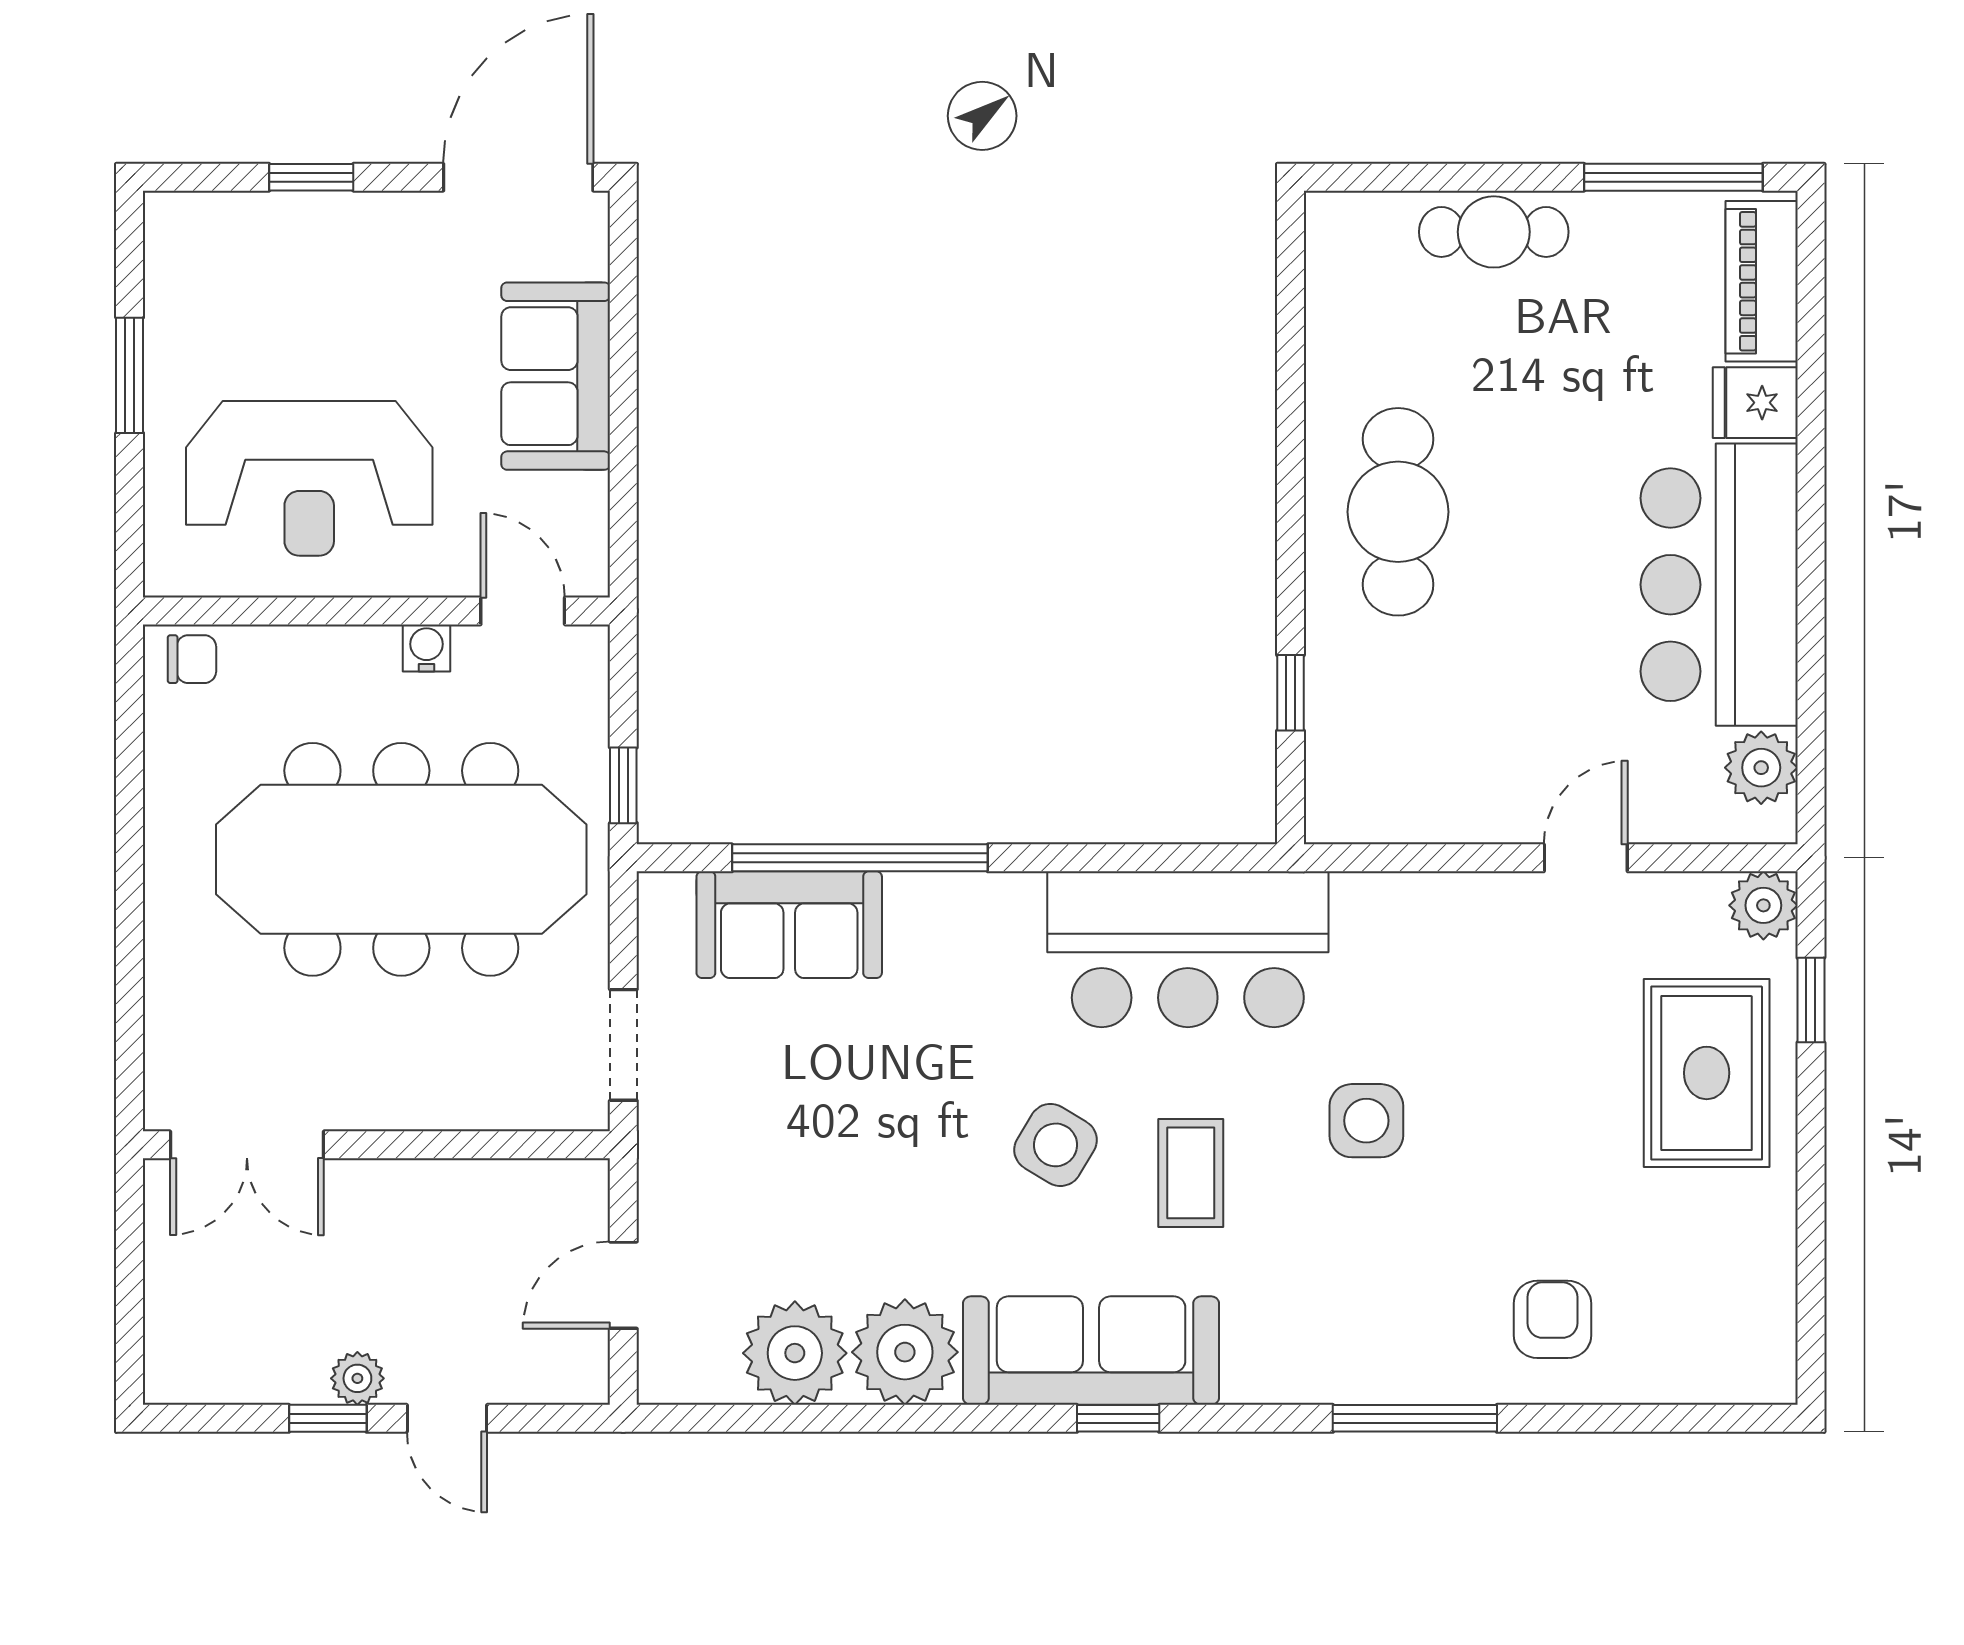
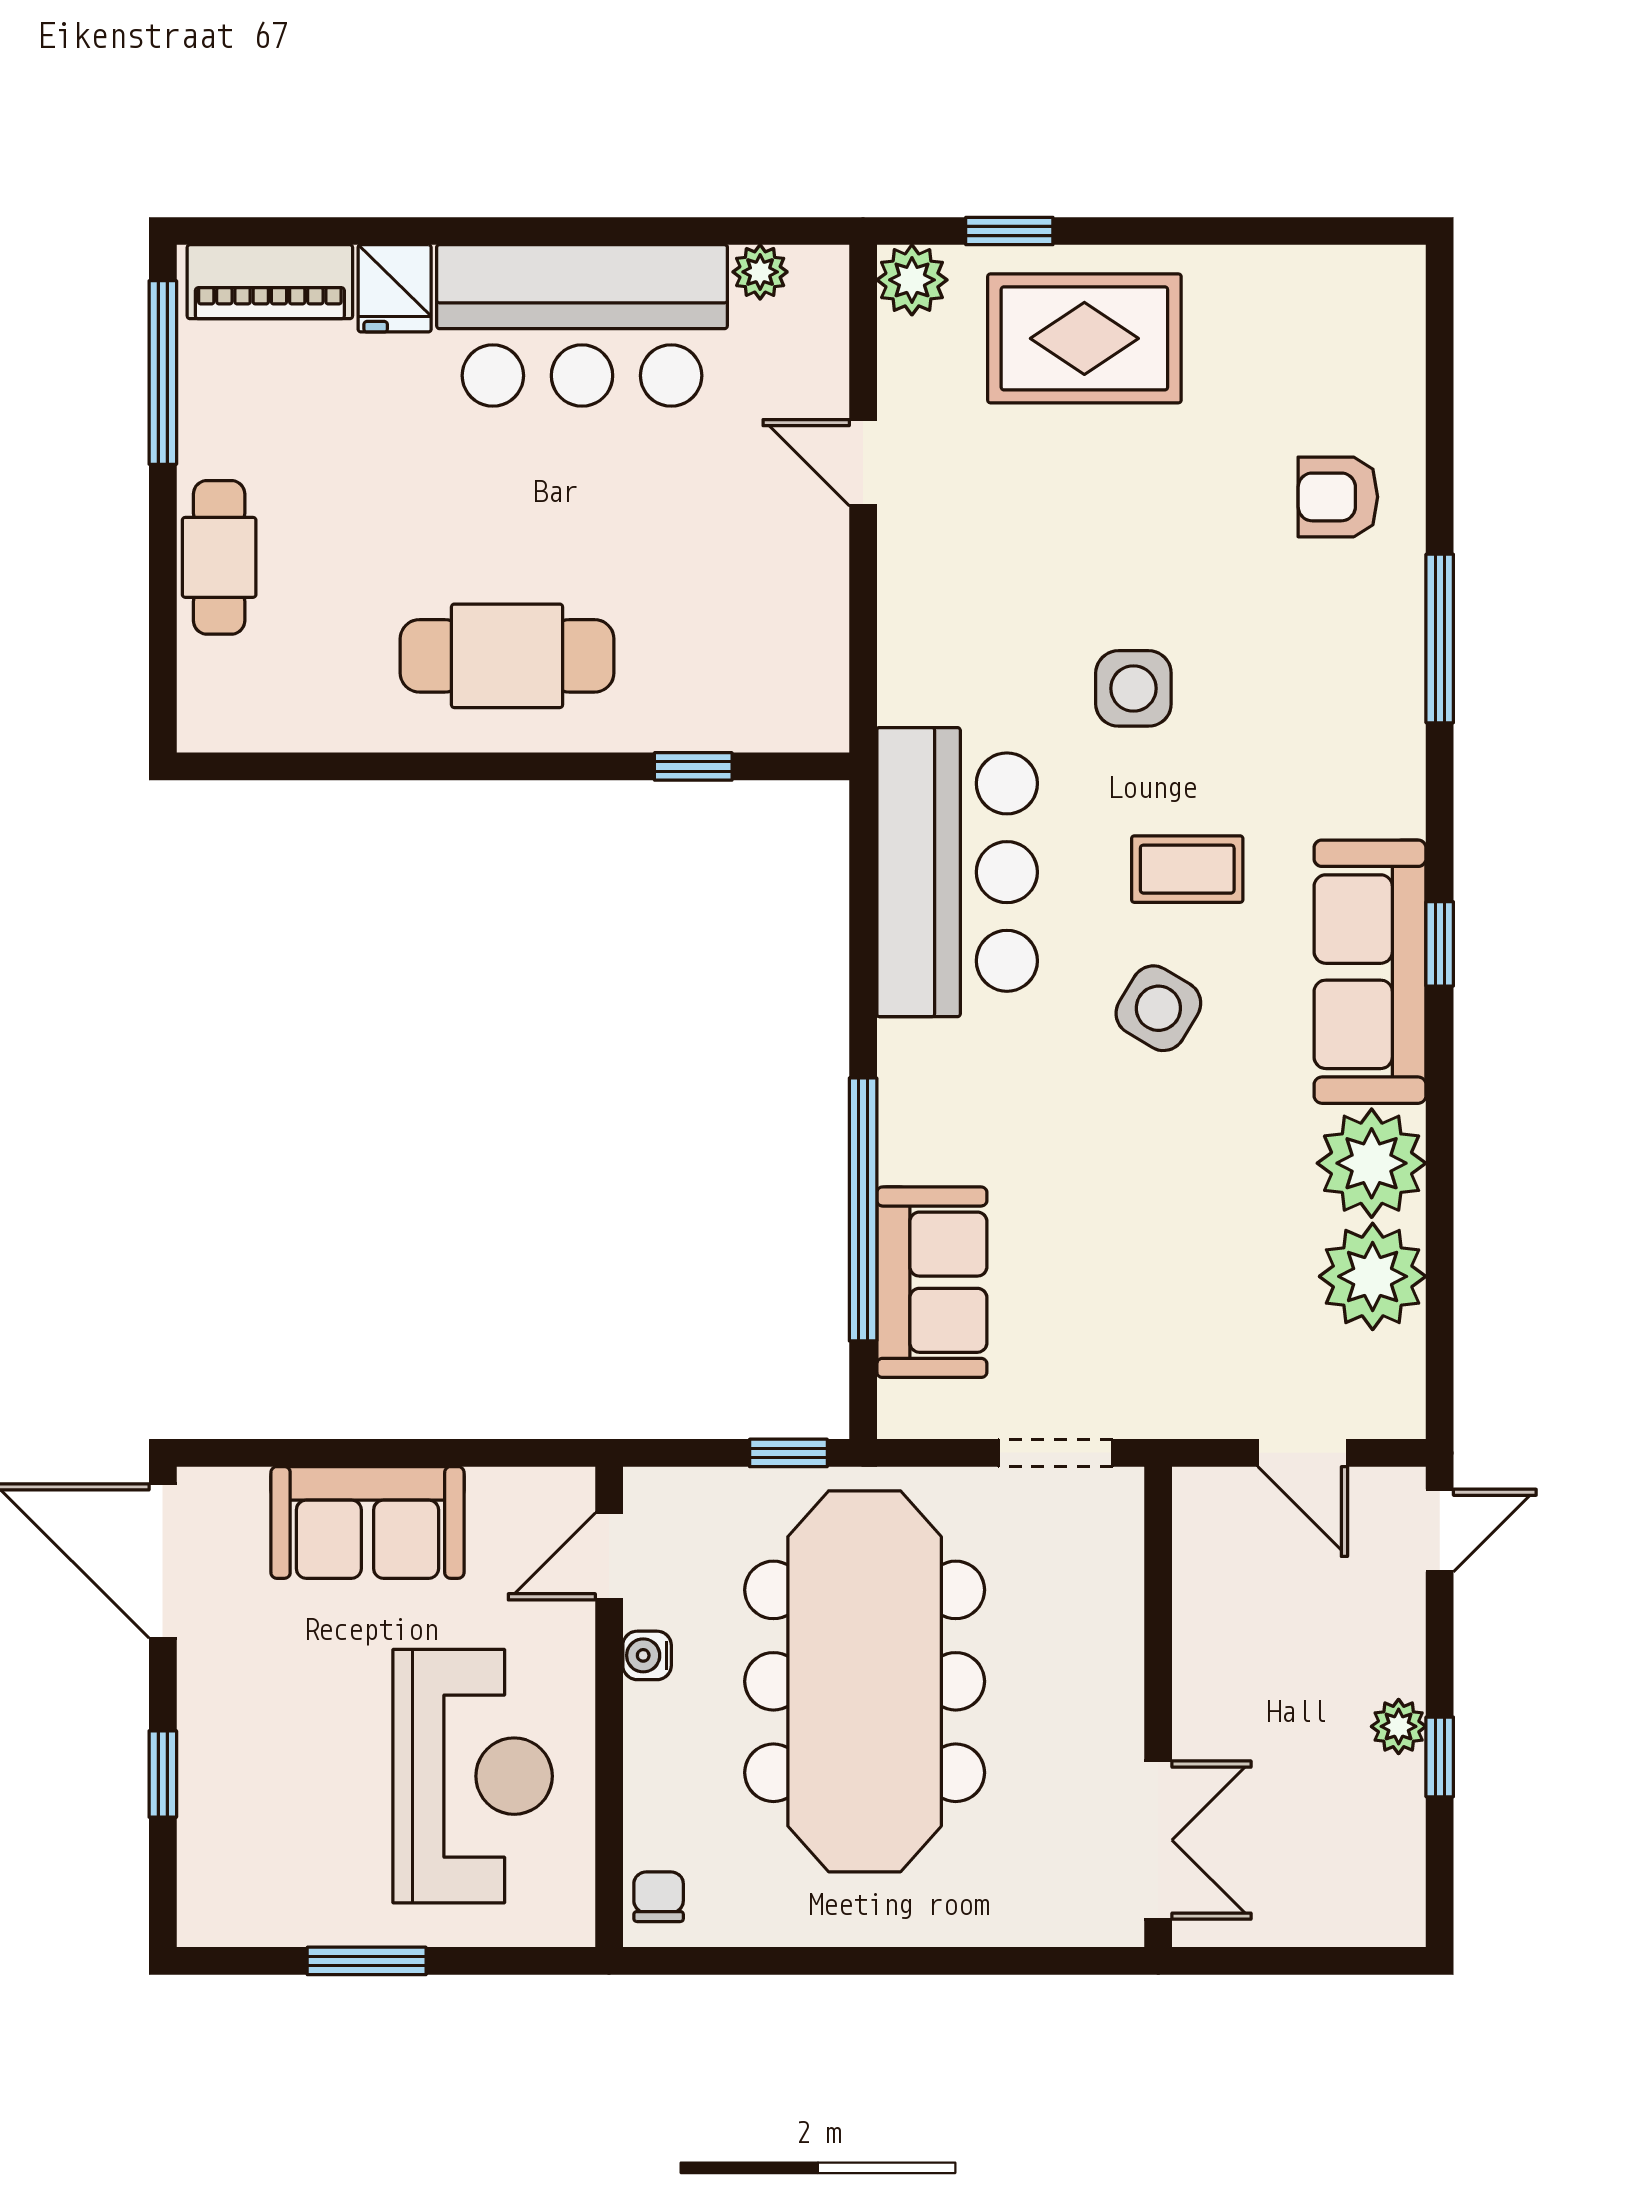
plant: (1761, 768) -> (760, 272), width x0.73, depth x0.73
door: (447, 1418) -> (1440, 1531), moved

